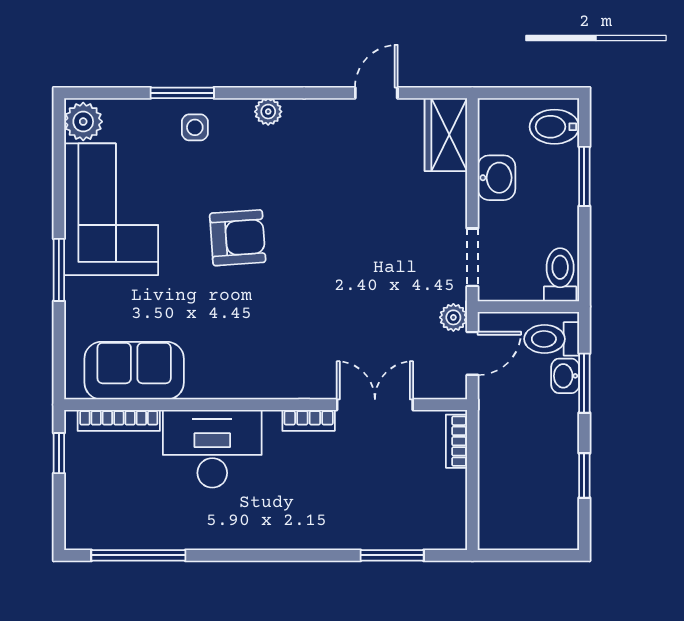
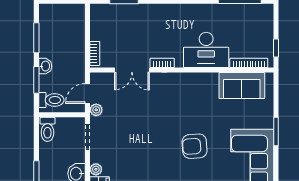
plant: (454, 187) -> (96, 169), added
washbasin: (565, 376) -> (45, 66), moved
window: (584, 475) -> (36, 38), width x1.50

